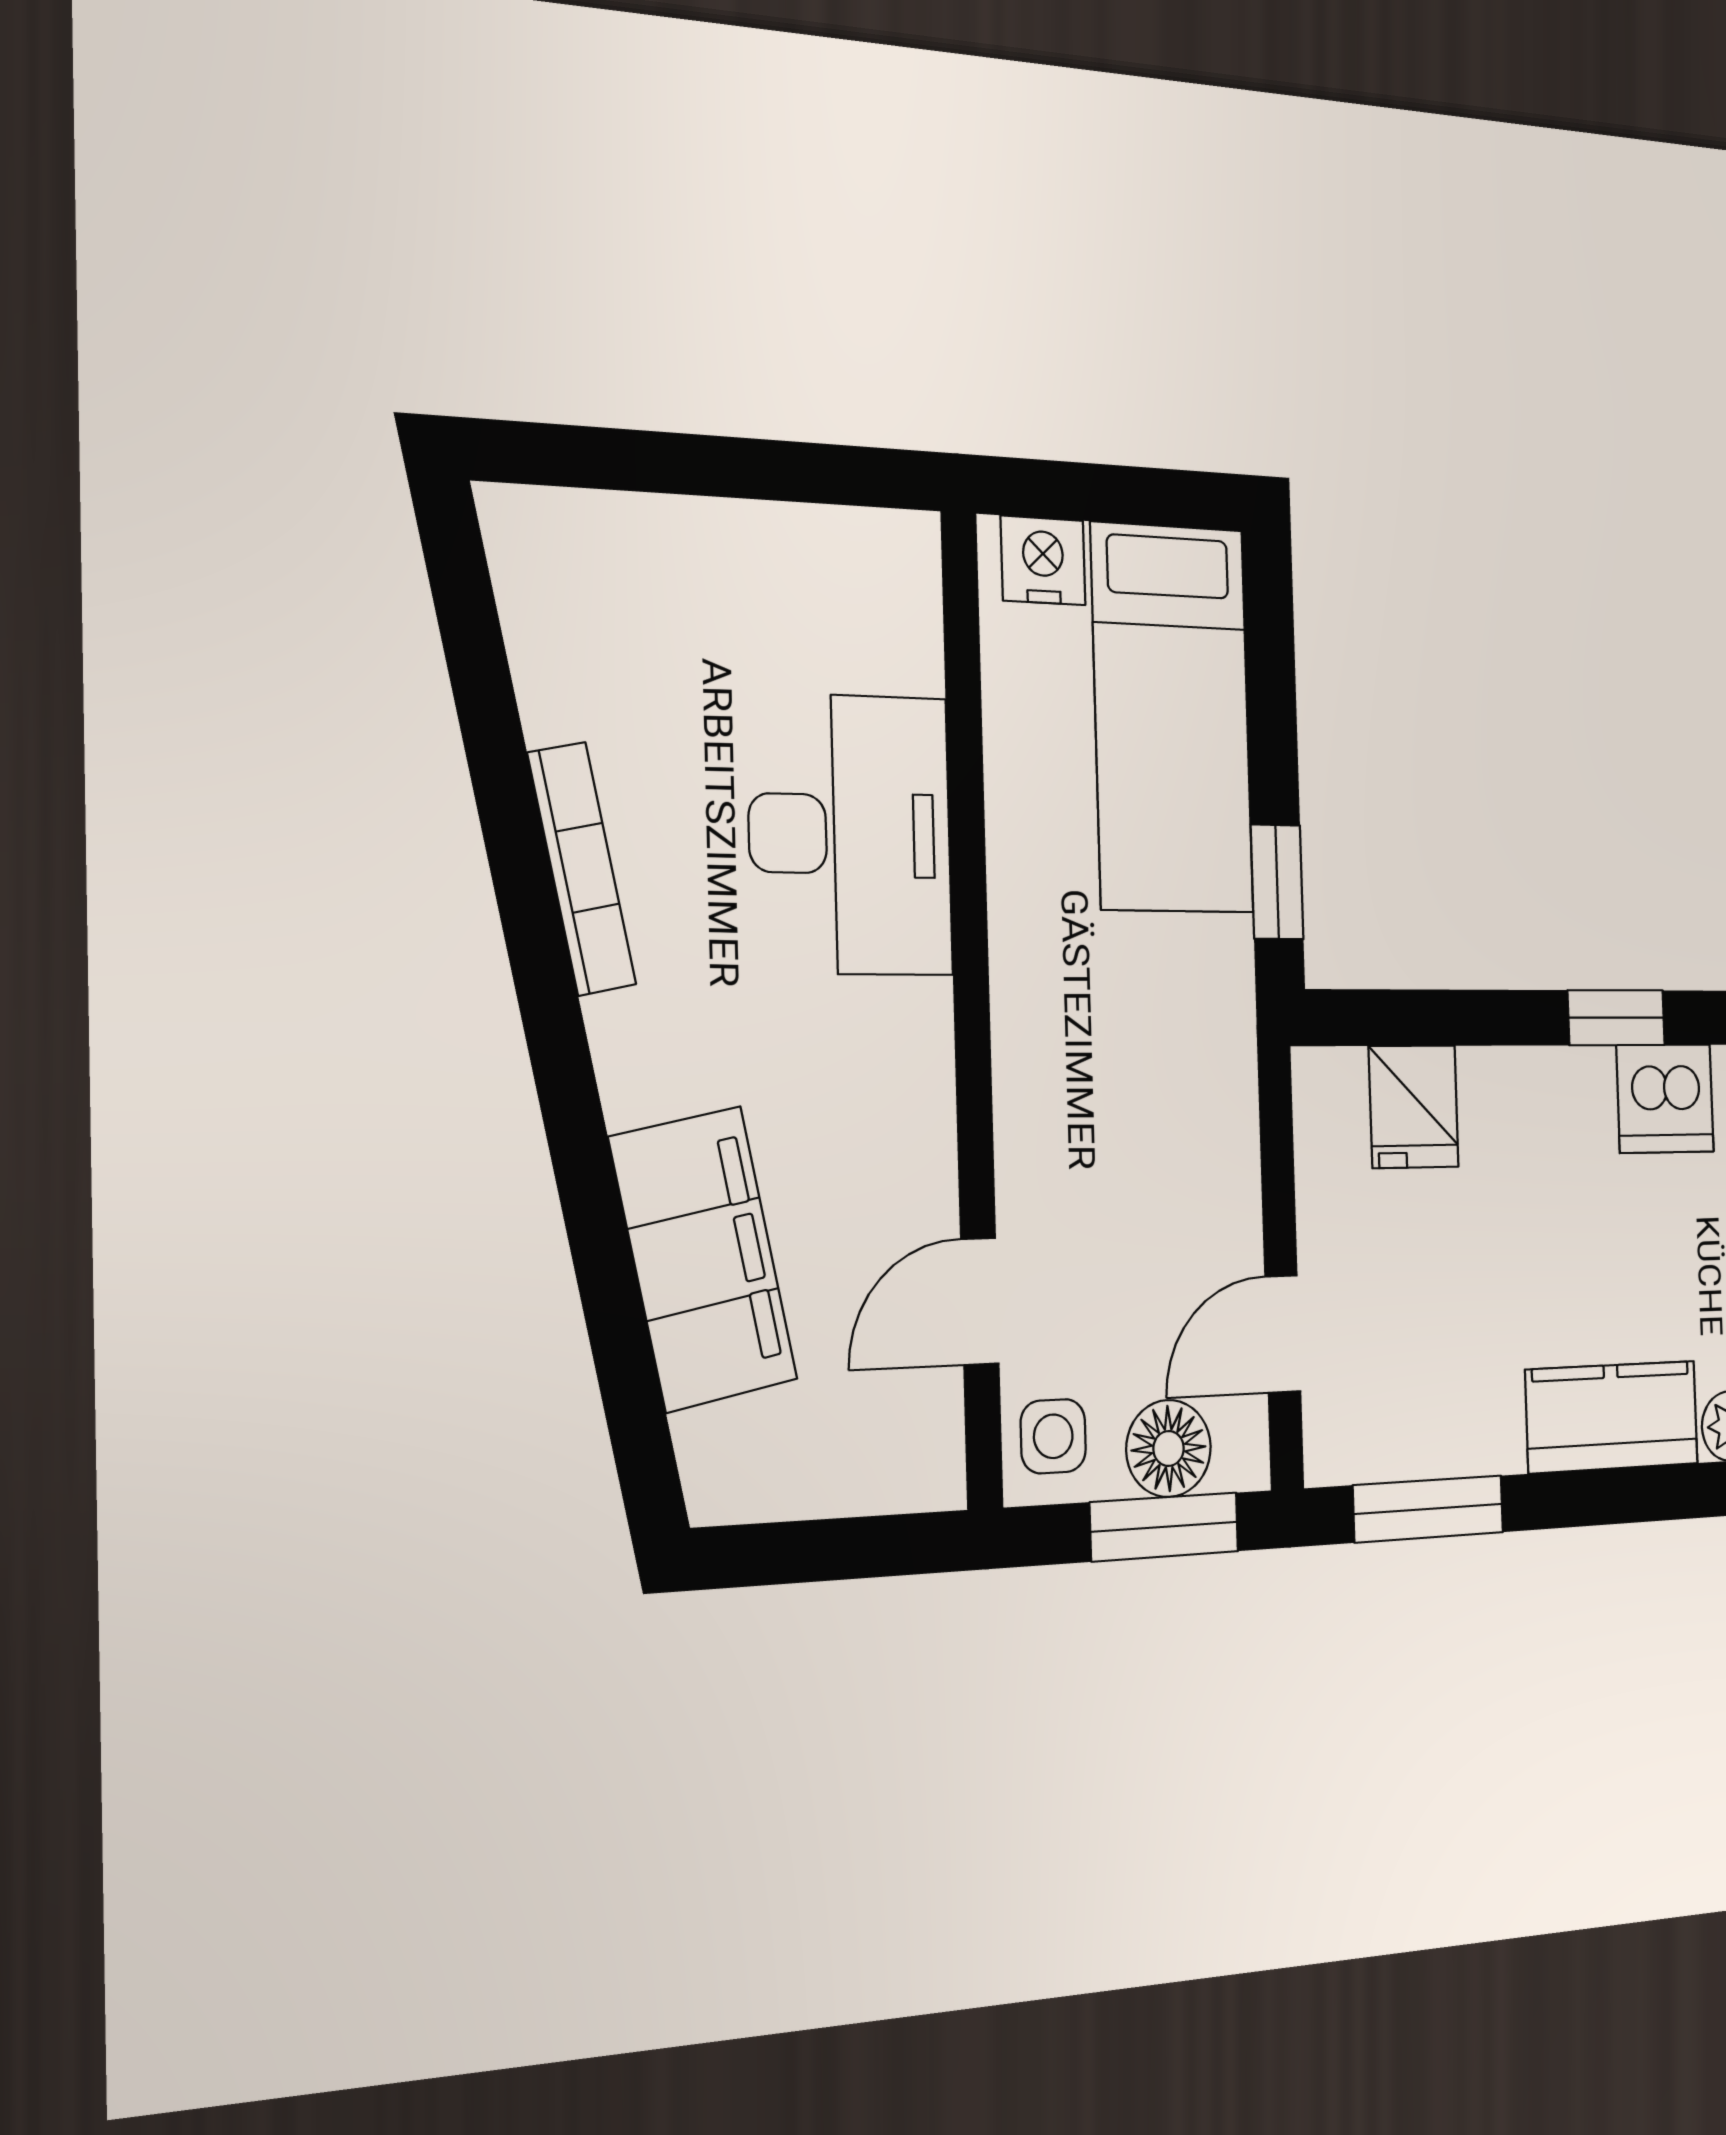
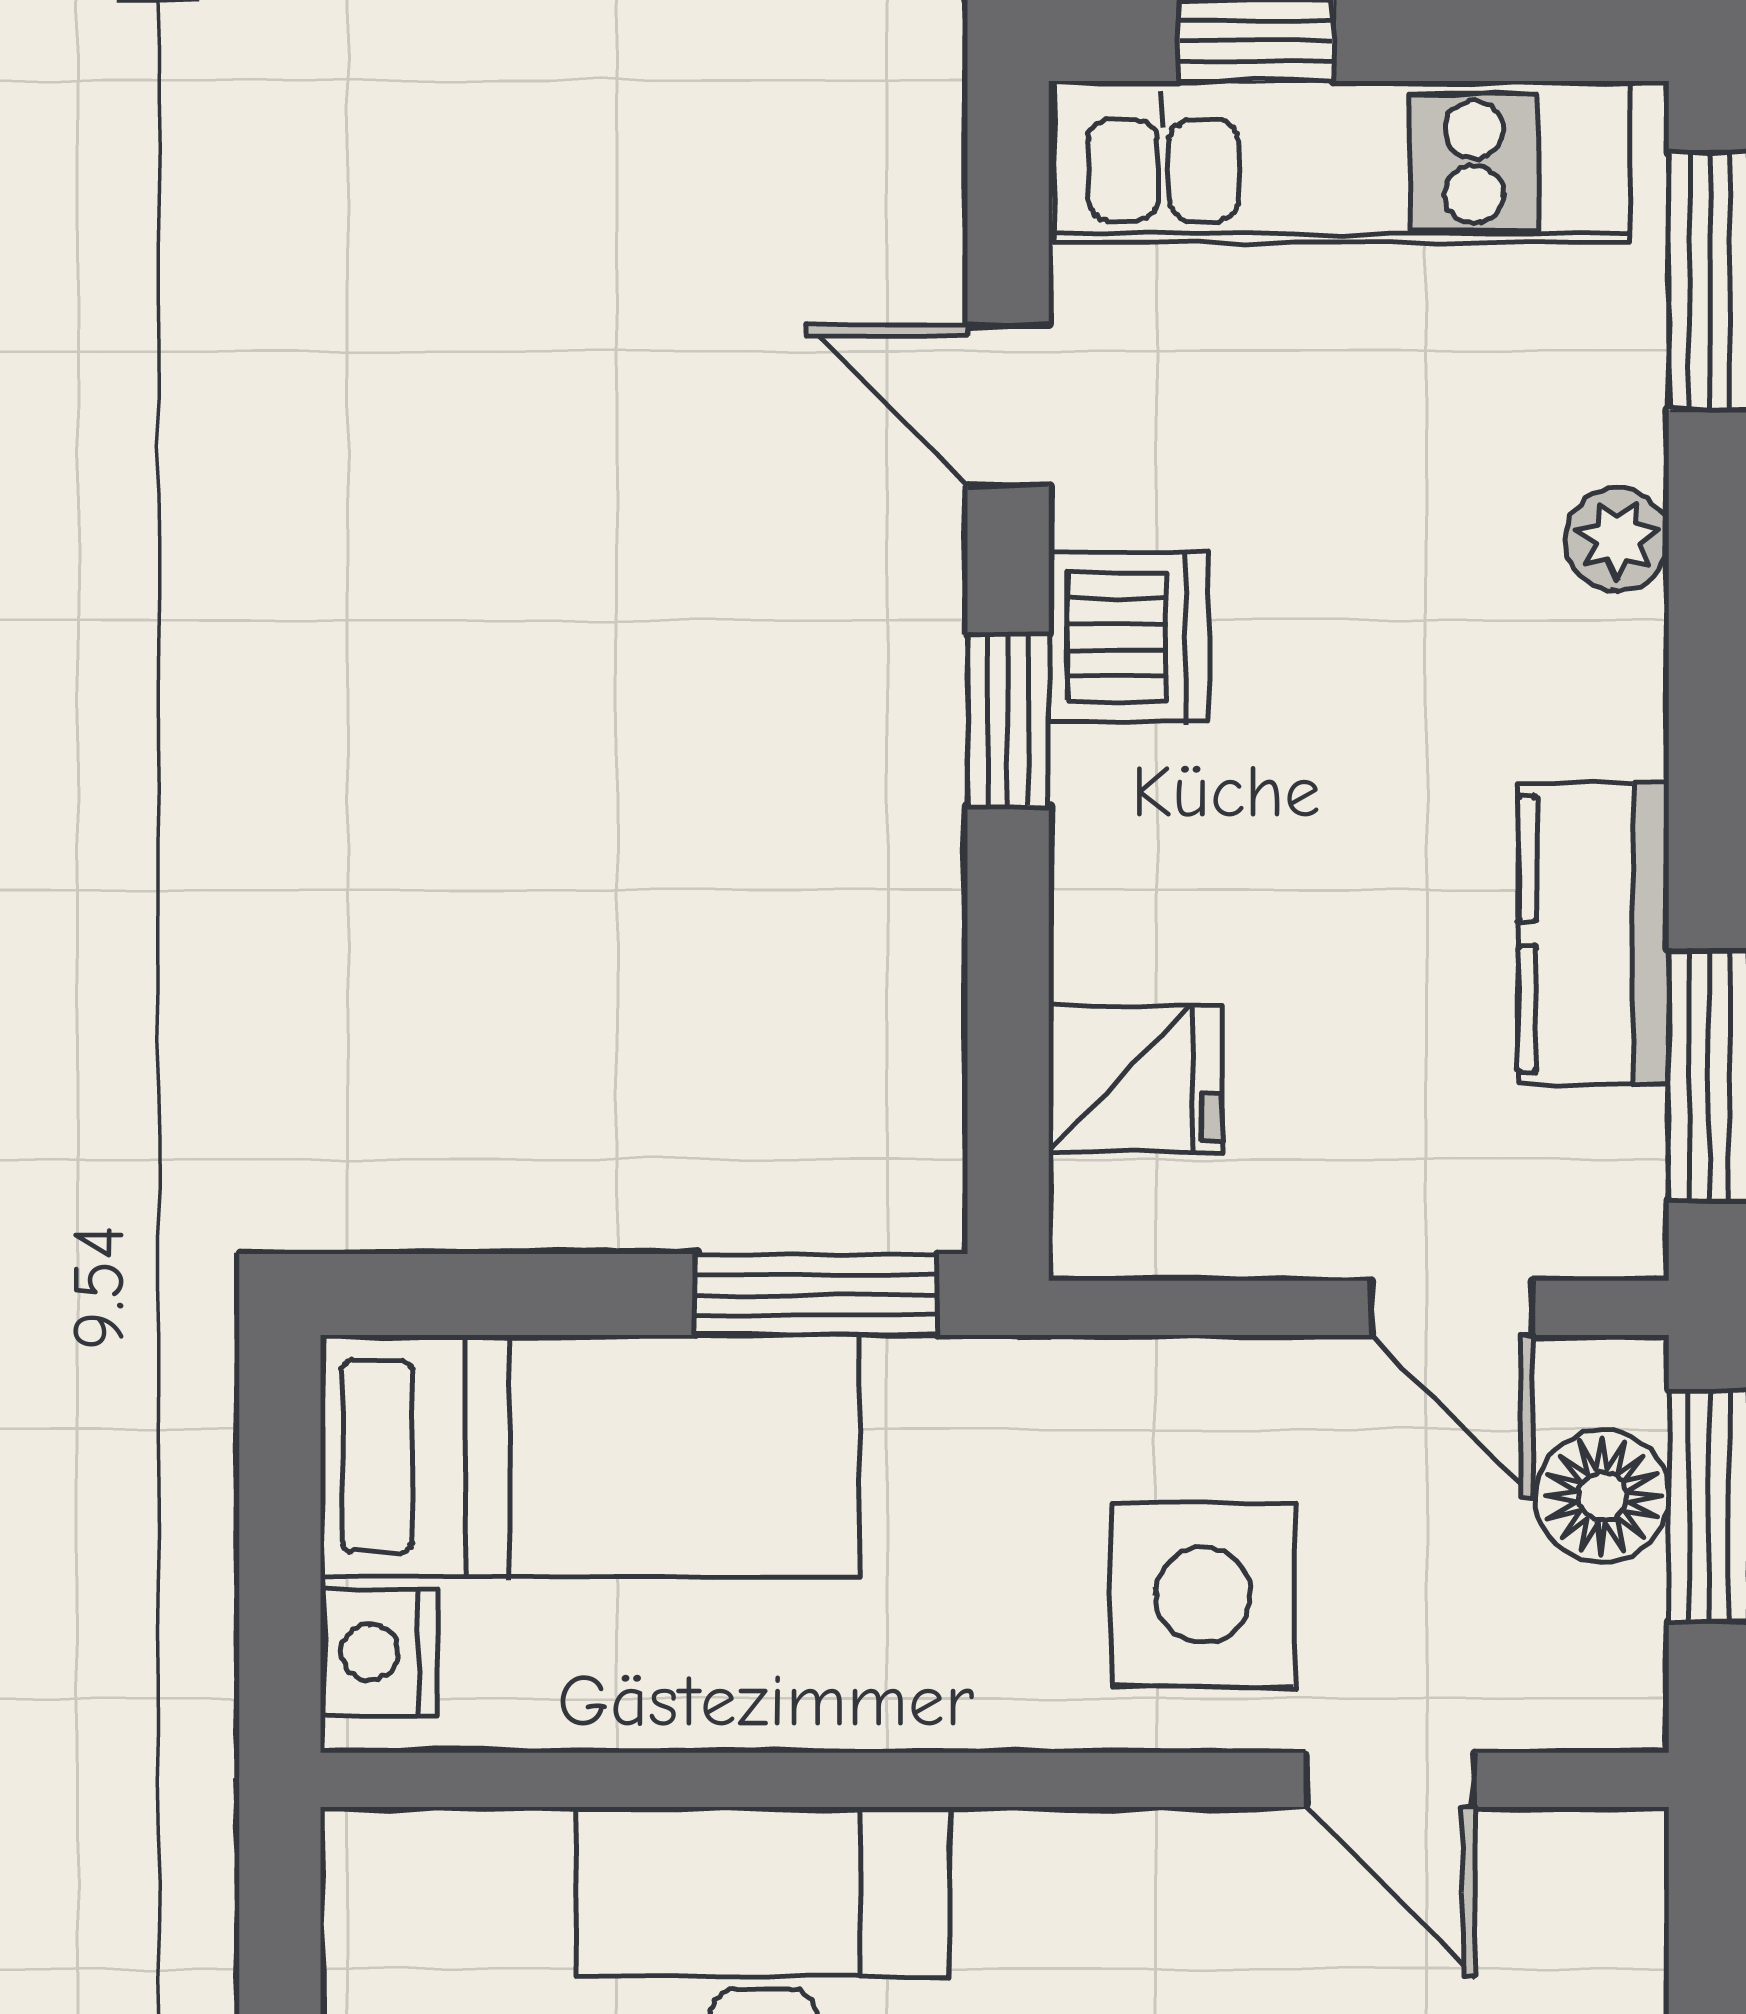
window: (1277, 882) -> (816, 1294), width x1.50
kitchen counter: (1612, 1417) -> (1593, 934), moved
side table: (1053, 1436) -> (1203, 1595), moved, width x1.87, depth x1.87

